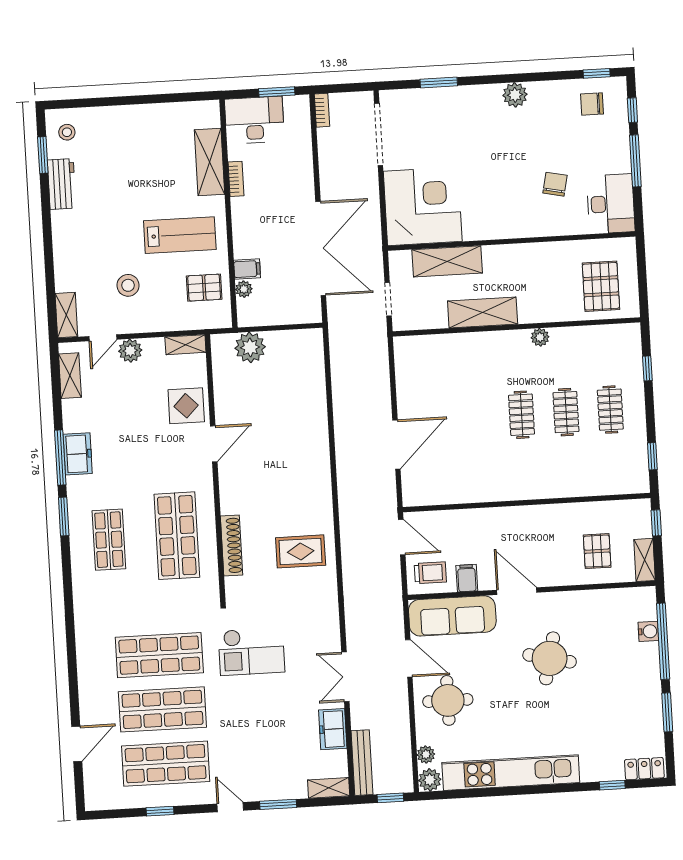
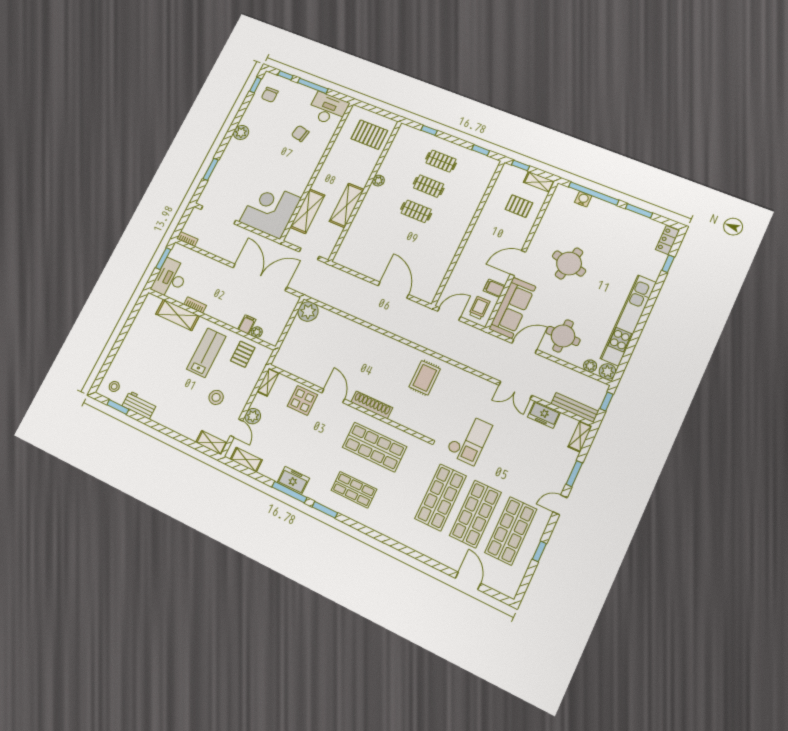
plant: (250, 347) -> (308, 311), moved
shoe rack: (232, 546) -> (372, 405), moved

